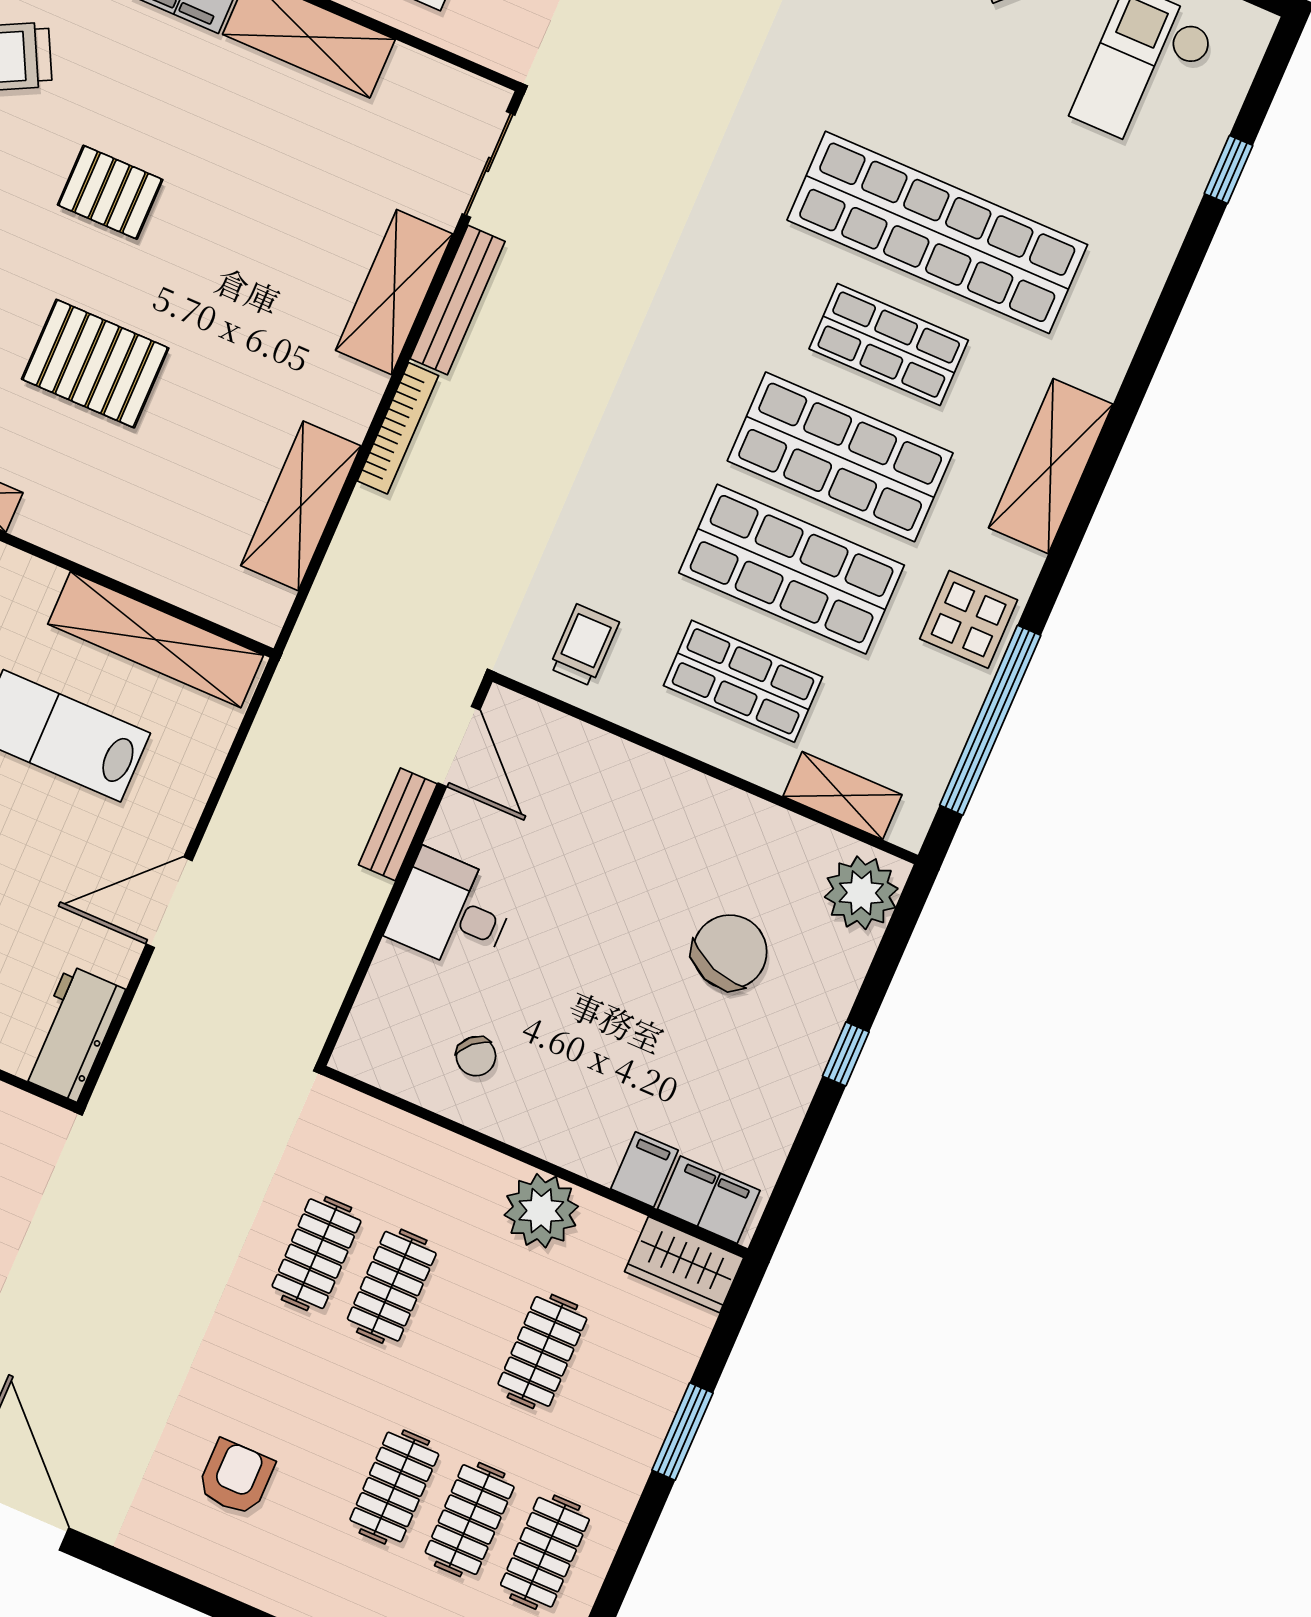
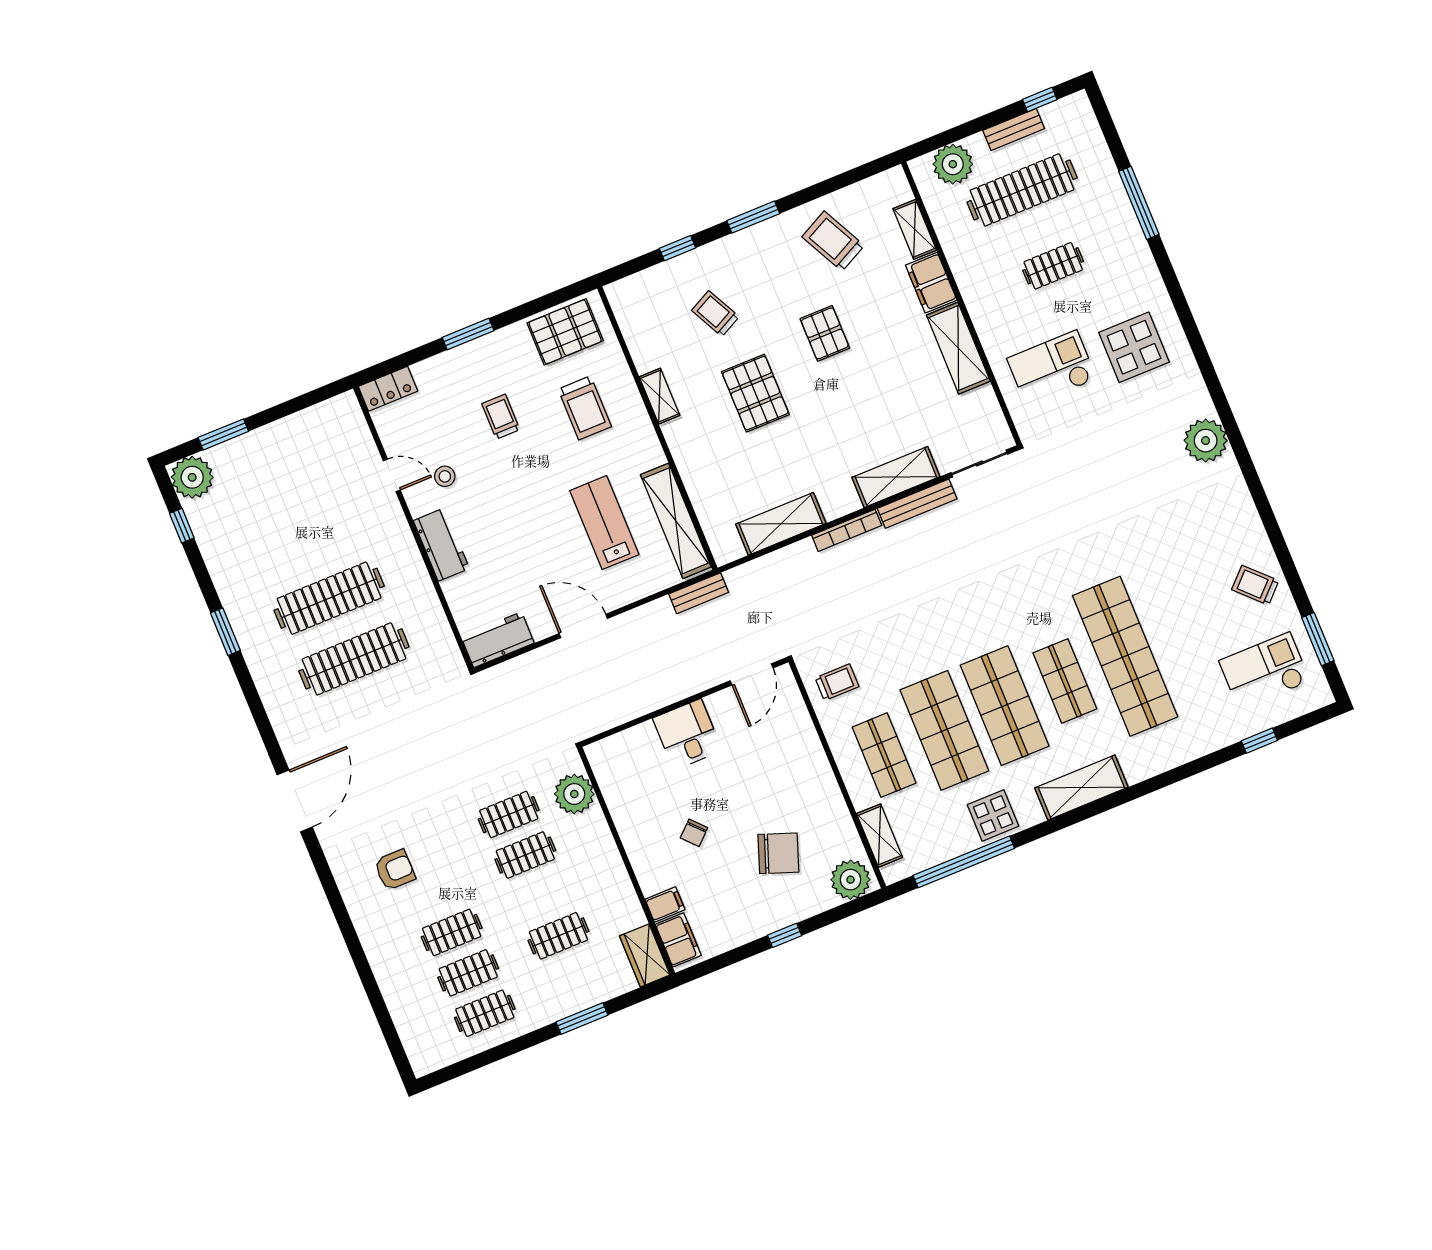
bench: (398, 824) -> (699, 593), moved
chair: (476, 1056) -> (694, 833), moved
plant: (541, 1211) -> (574, 794), moved

